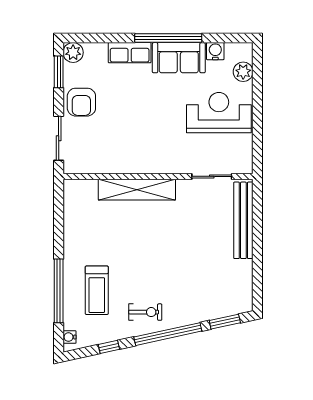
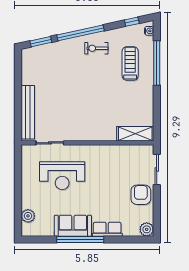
water cooler: (215, 51) -> (47, 230), removed
window: (59, 72) -> (157, 216), removed
reception desk: (219, 113) -> (62, 176), moved
shelving: (137, 190) -> (135, 134), moved, width x0.68
window: (109, 347) -> (132, 22), moved

